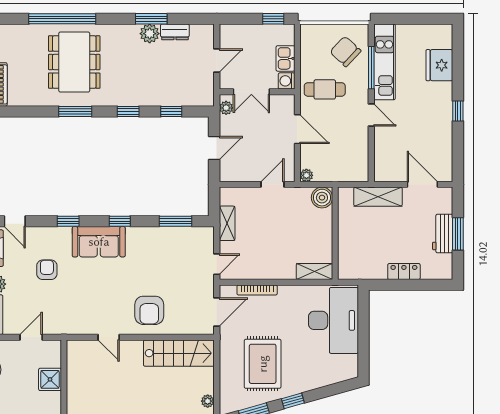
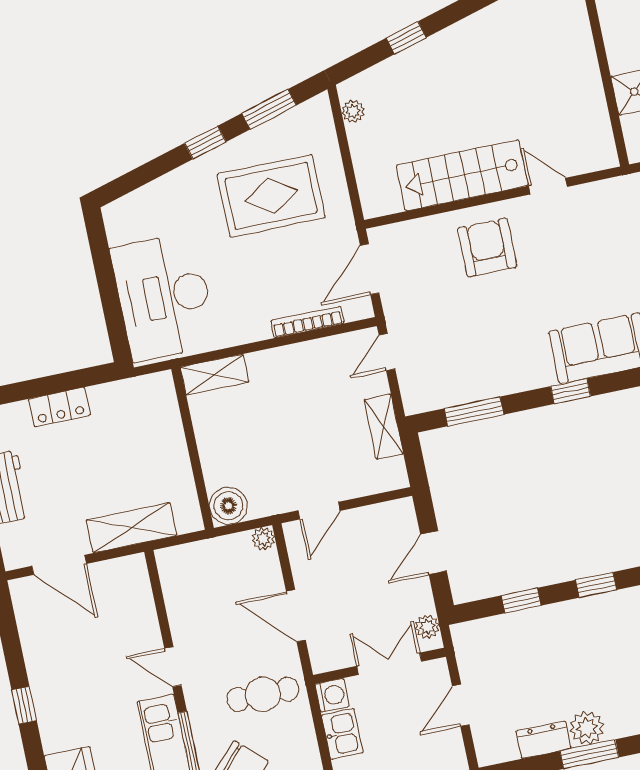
stairs: (179, 353) -> (462, 175), moved
rug: (263, 364) -> (271, 196), turned 90

